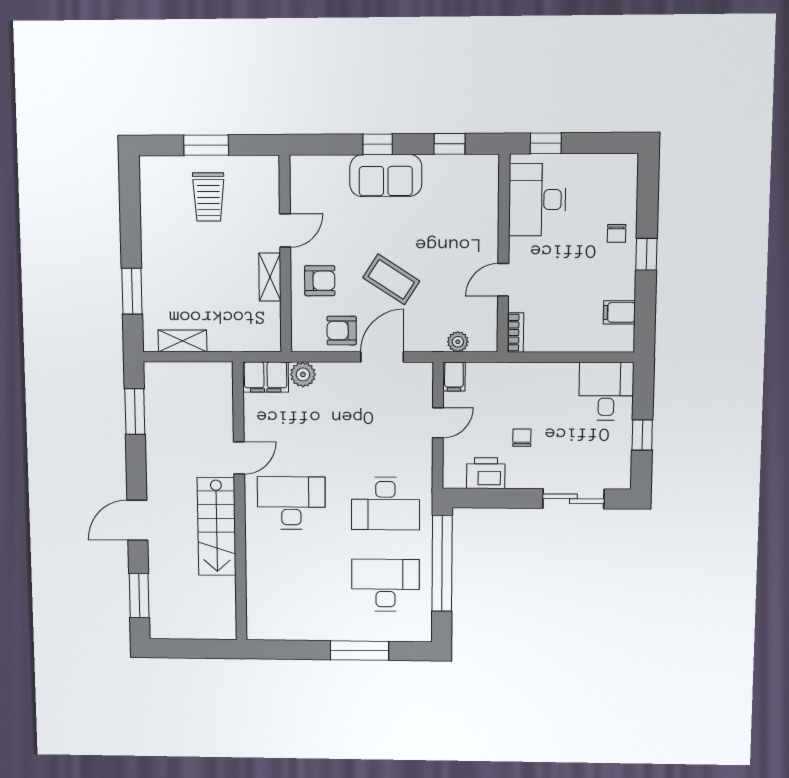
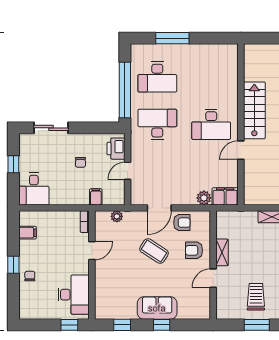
filing cabinet: (454, 377) -> (96, 197), moved
printer: (486, 473) -> (116, 149), moved, turned 90

